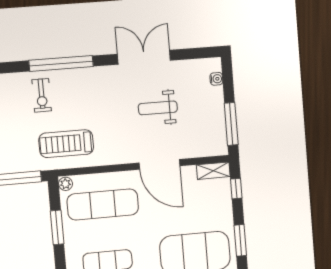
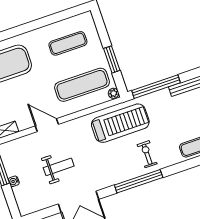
water cooler: (216, 79) -> (14, 181), moved
treadmill: (66, 144) -> (120, 123), width x1.37, depth x1.38
door: (160, 164) -> (47, 125), width x0.73

